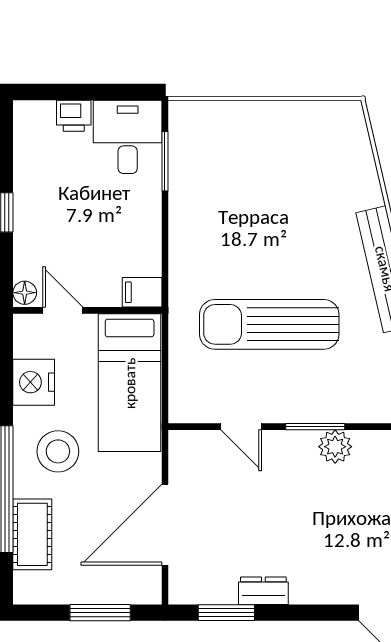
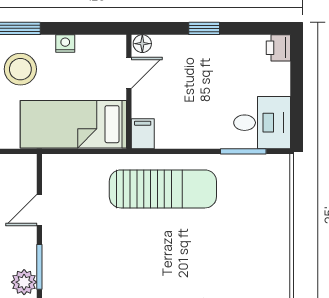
printer: (74, 116) -> (278, 48), moved
sun lounger: (269, 324) -> (163, 189), moved, turned 90
nightstand: (34, 382) -> (65, 44), width x0.53, depth x0.56

